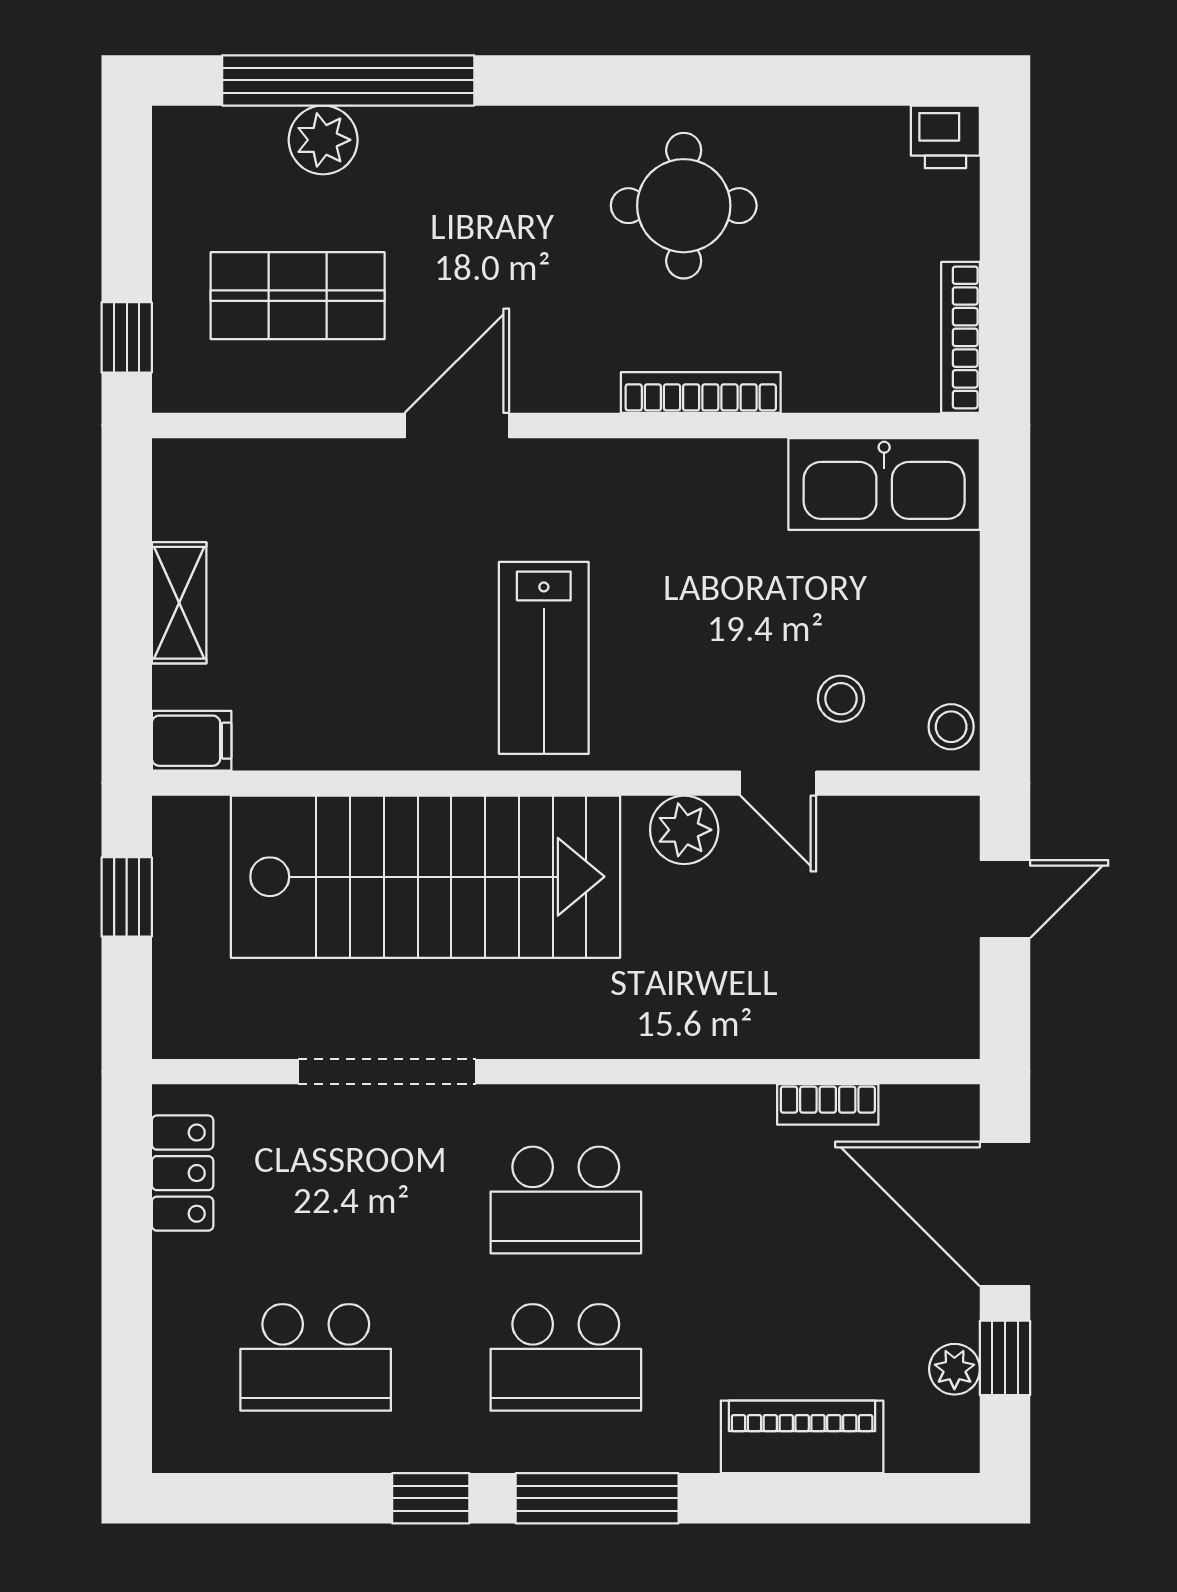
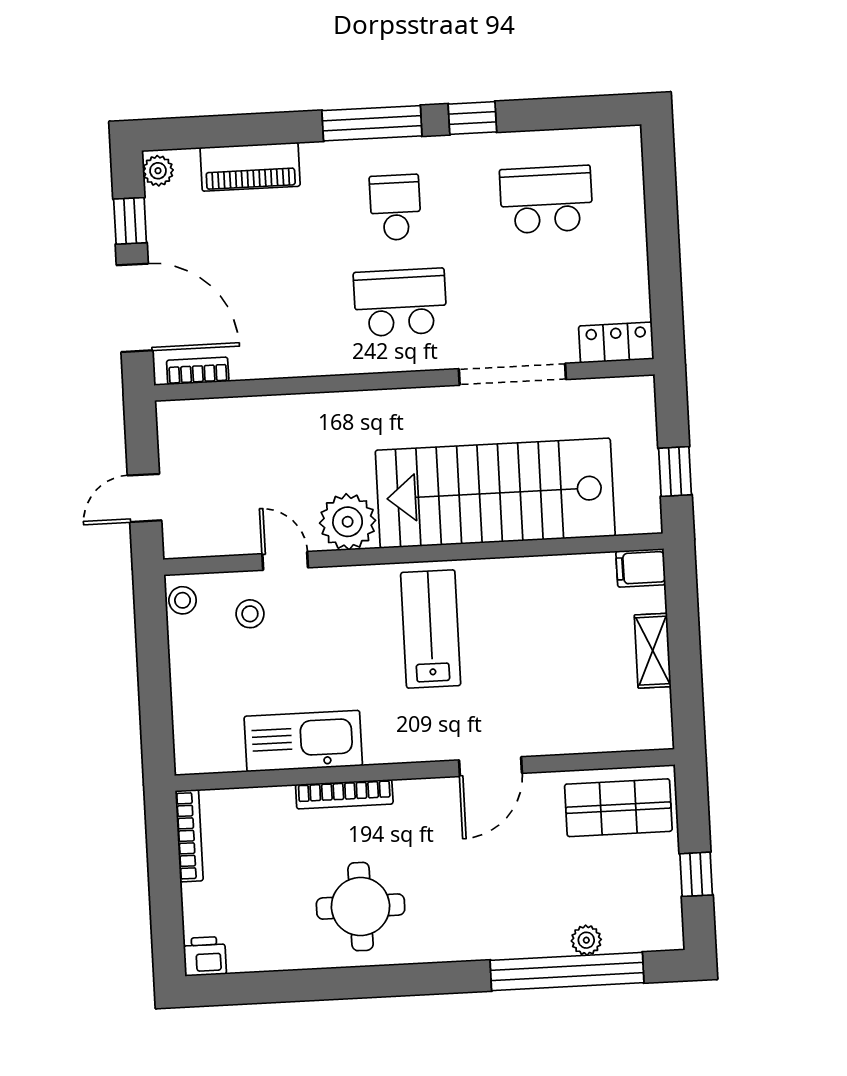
plant: (323, 140) -> (586, 940), width x0.73, depth x0.73
shop shelf: (298, 296) -> (618, 808), moved
window: (127, 337) -> (696, 874), moved
kitchen sink: (884, 484) -> (303, 741), moved
plant: (684, 830) -> (348, 522), width x1.36, depth x1.36
bookcase: (828, 1104) -> (198, 371), moved
locker: (183, 1173) -> (616, 343), moved, turned 90
school desk: (566, 1357) -> (395, 207), width x0.54
plant: (954, 1369) -> (158, 171), moved

